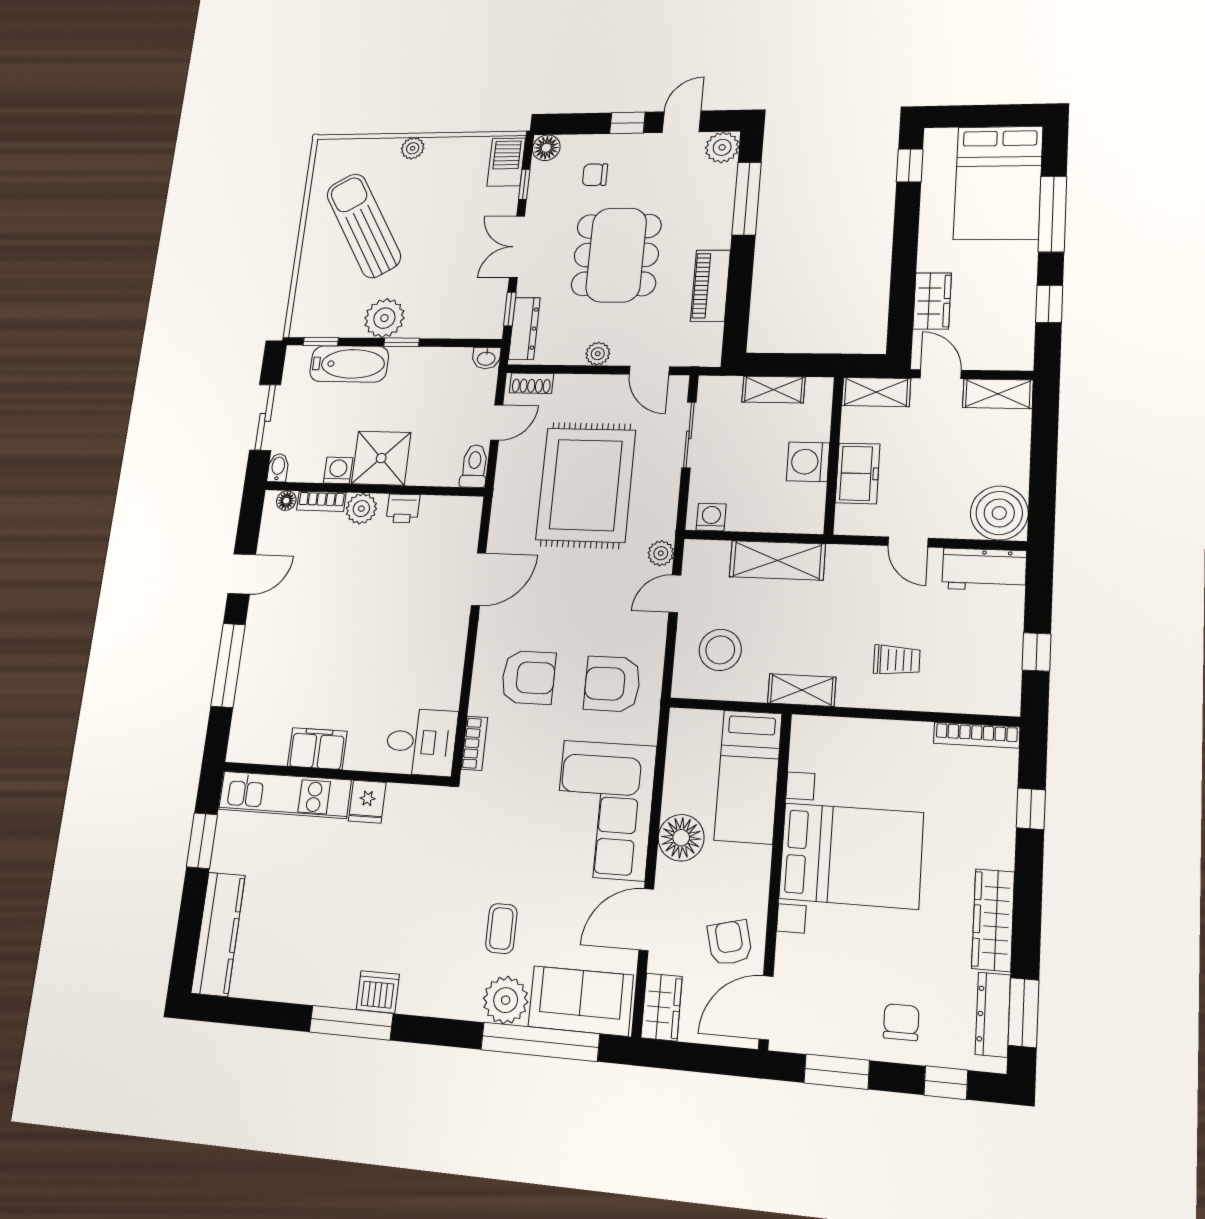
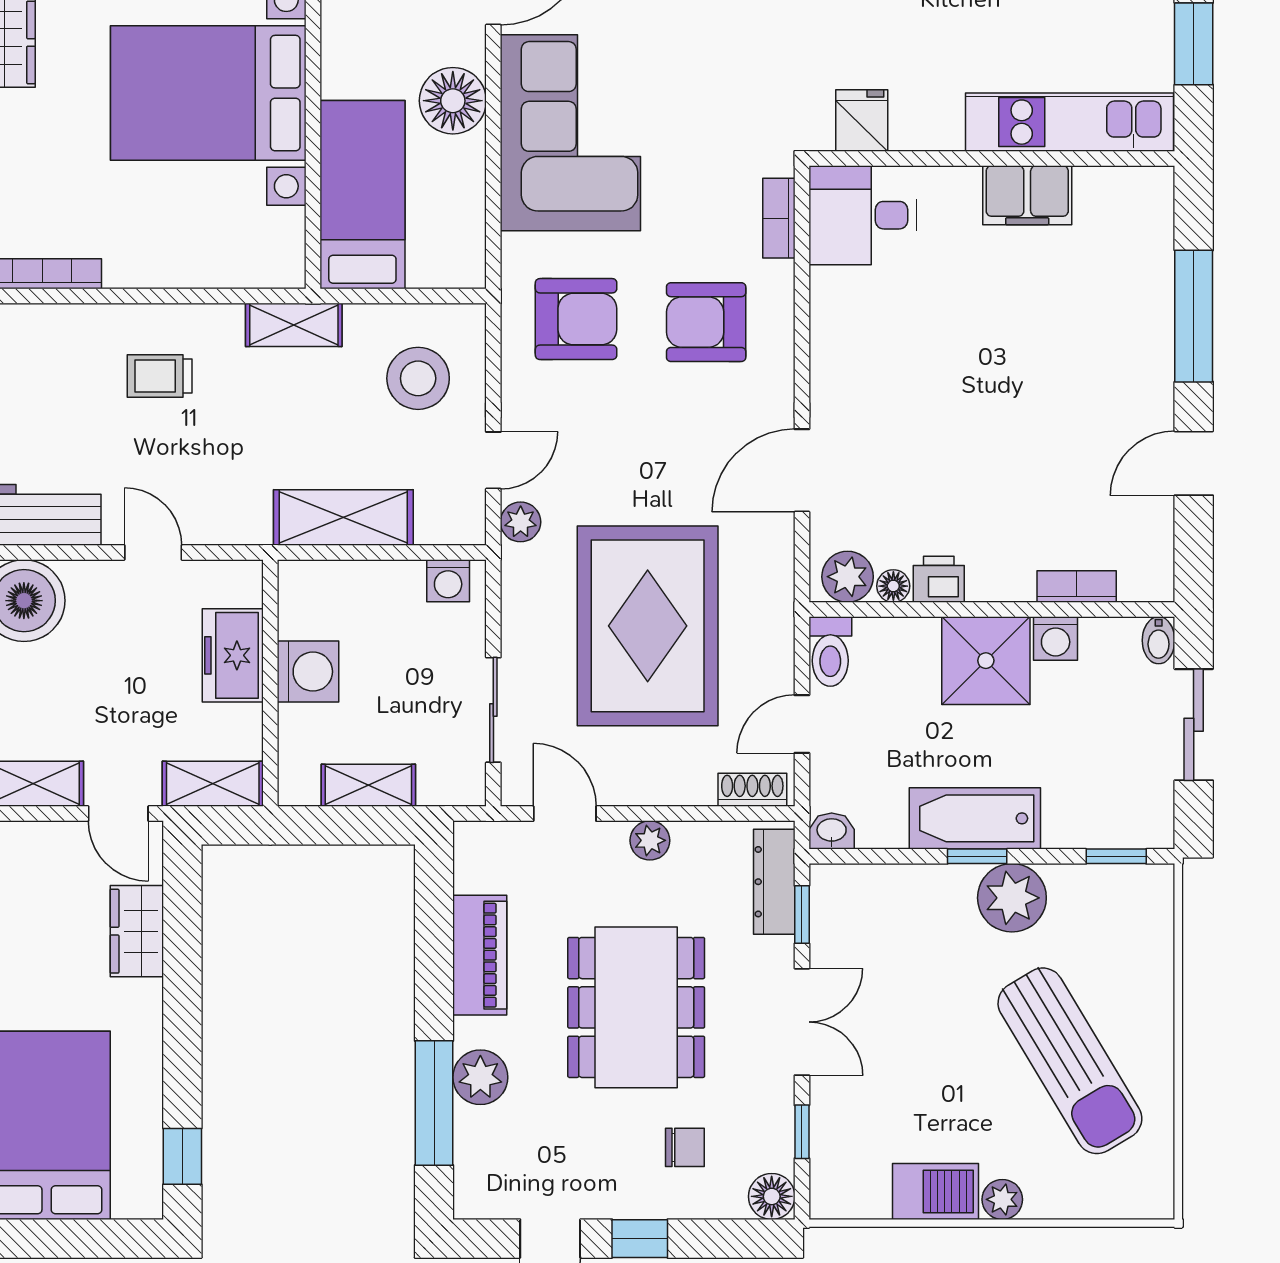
plant: (722, 147) -> (480, 1077), moved
barbecue: (506, 162) -> (935, 1192), moved, turned -90
bathtub: (349, 364) -> (975, 818), moved
floor lamp: (286, 501) -> (893, 586), moved
plant: (361, 509) -> (848, 577), moved
fridge: (367, 802) -> (862, 120), moved

